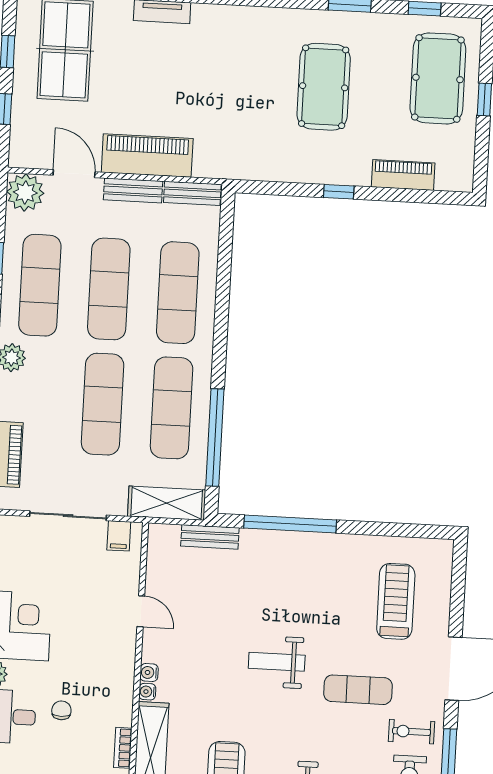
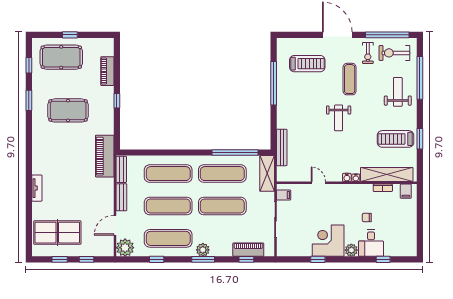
piano: (147, 155) -> (105, 156), moved
window: (290, 524) -> (274, 83), moved
bench: (210, 537) -> (282, 147), width x1.36
treadmill: (396, 601) -> (307, 64), turned 180
door: (141, 611) -> (318, 183), hinge flipped

